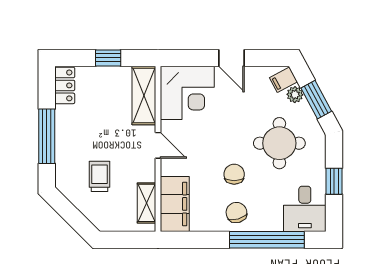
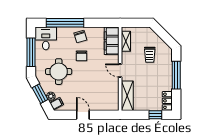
window: (108, 58) -> (155, 115), moved
corner desk: (187, 93) -> (105, 97), removed
window: (334, 181) -> (31, 52), width x2.17

